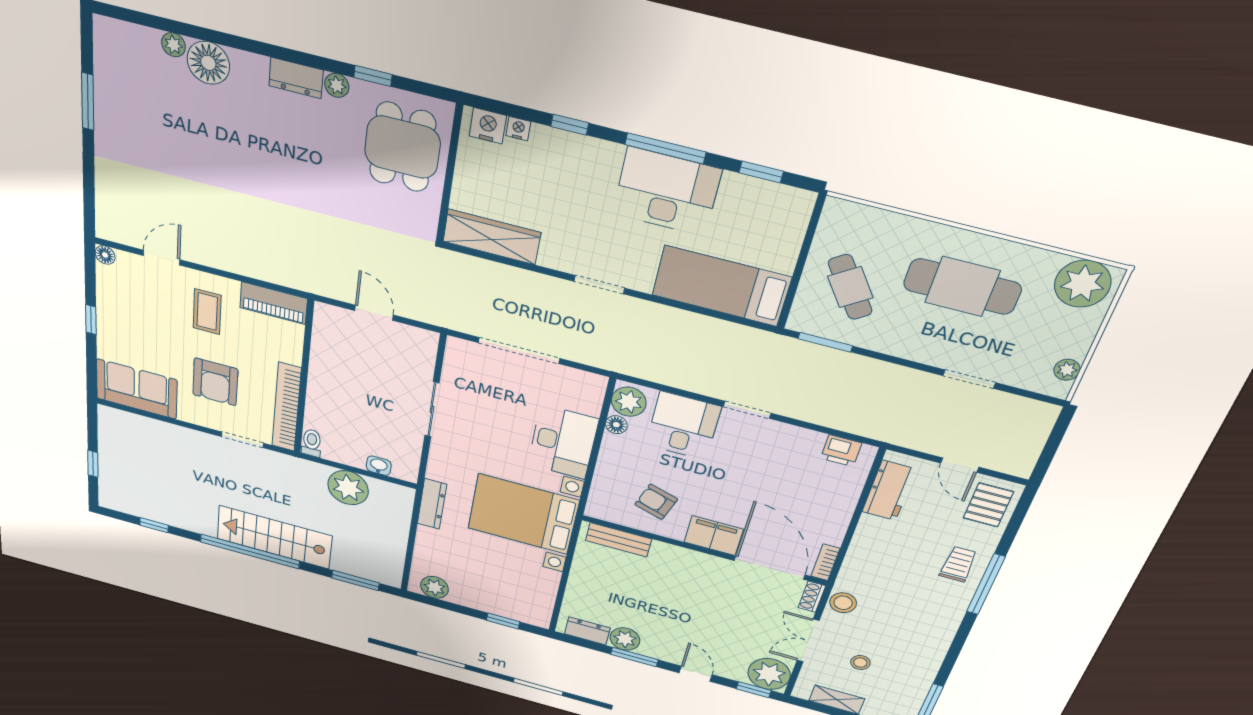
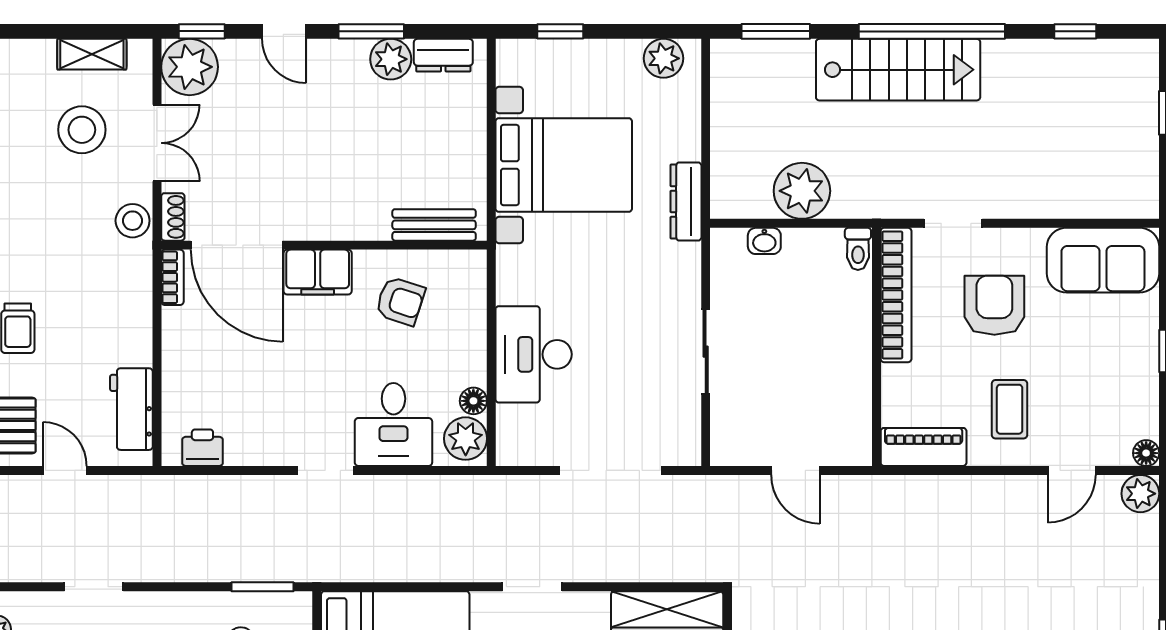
plant: (109, 228) -> (1140, 494), added
bed with nightstands: (523, 514) -> (564, 165), moved
stool: (860, 663) -> (82, 130), width x1.89, depth x1.89

